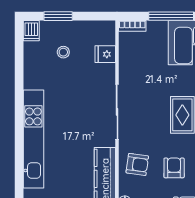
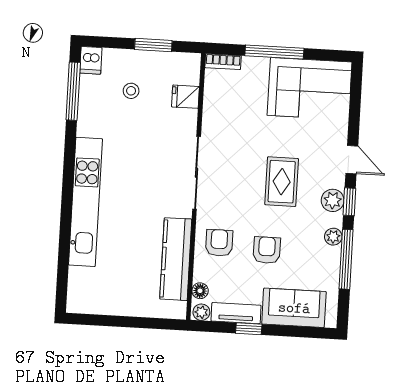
window: (58, 16) -> (153, 45), moved
window: (19, 55) -> (73, 91), added
armchair: (137, 164) -> (219, 243), turned -98

